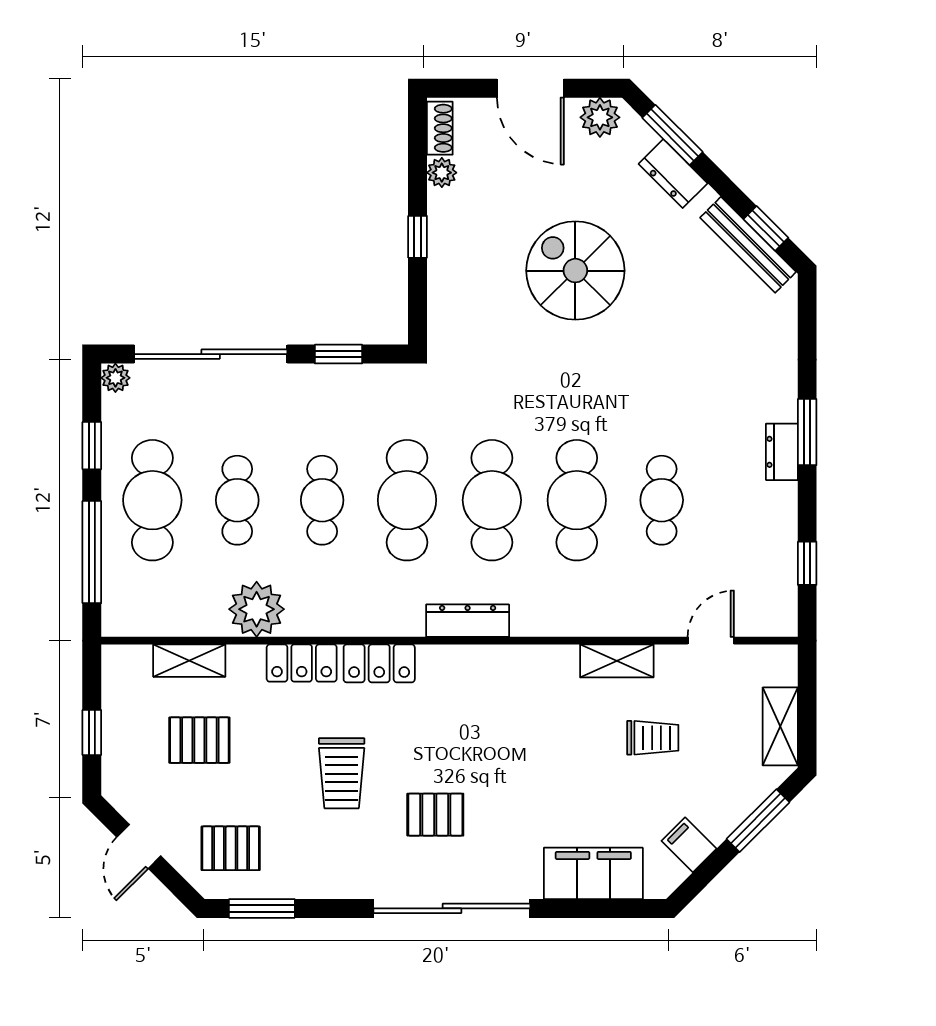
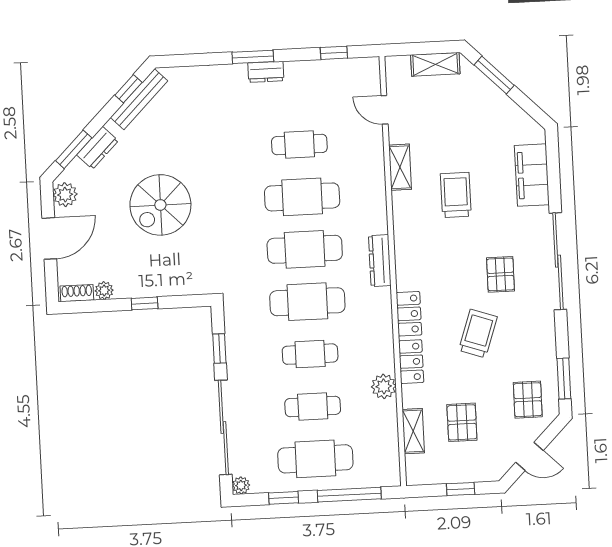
plant: (257, 609) -> (384, 386), width x0.73, depth x0.73
trolley: (653, 738) -> (456, 195), moved, width x1.36, depth x1.39
trolley: (342, 773) -> (478, 334), turned -71
filing cabinet: (689, 845) -> (511, 117), removed

